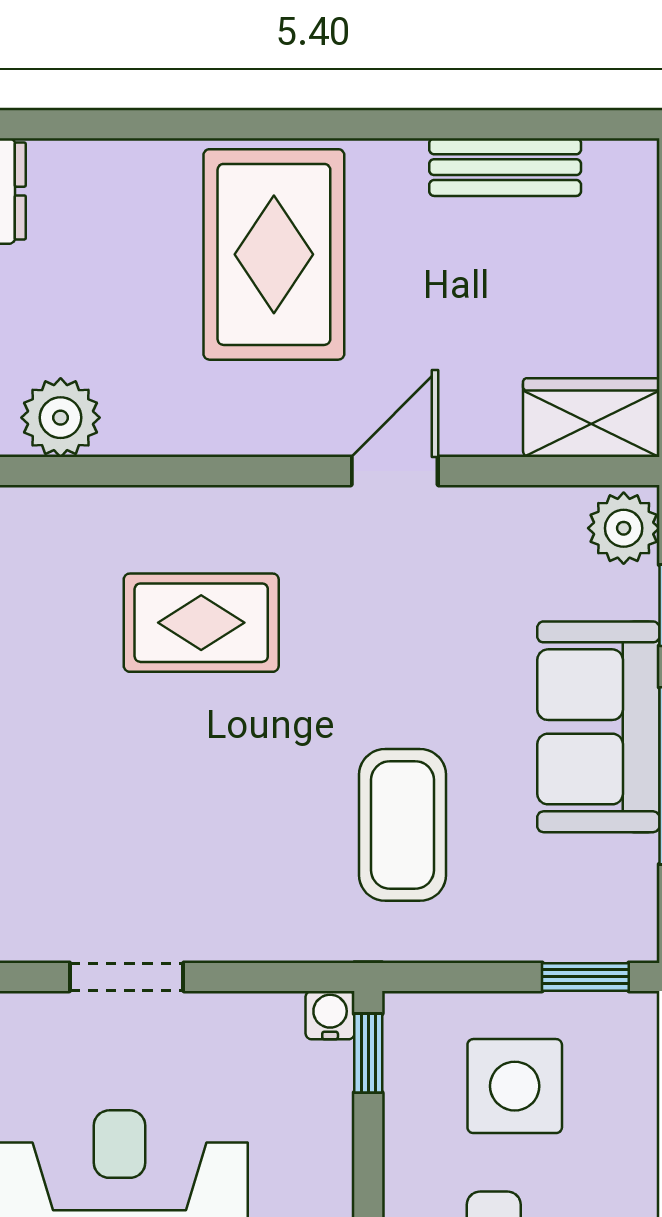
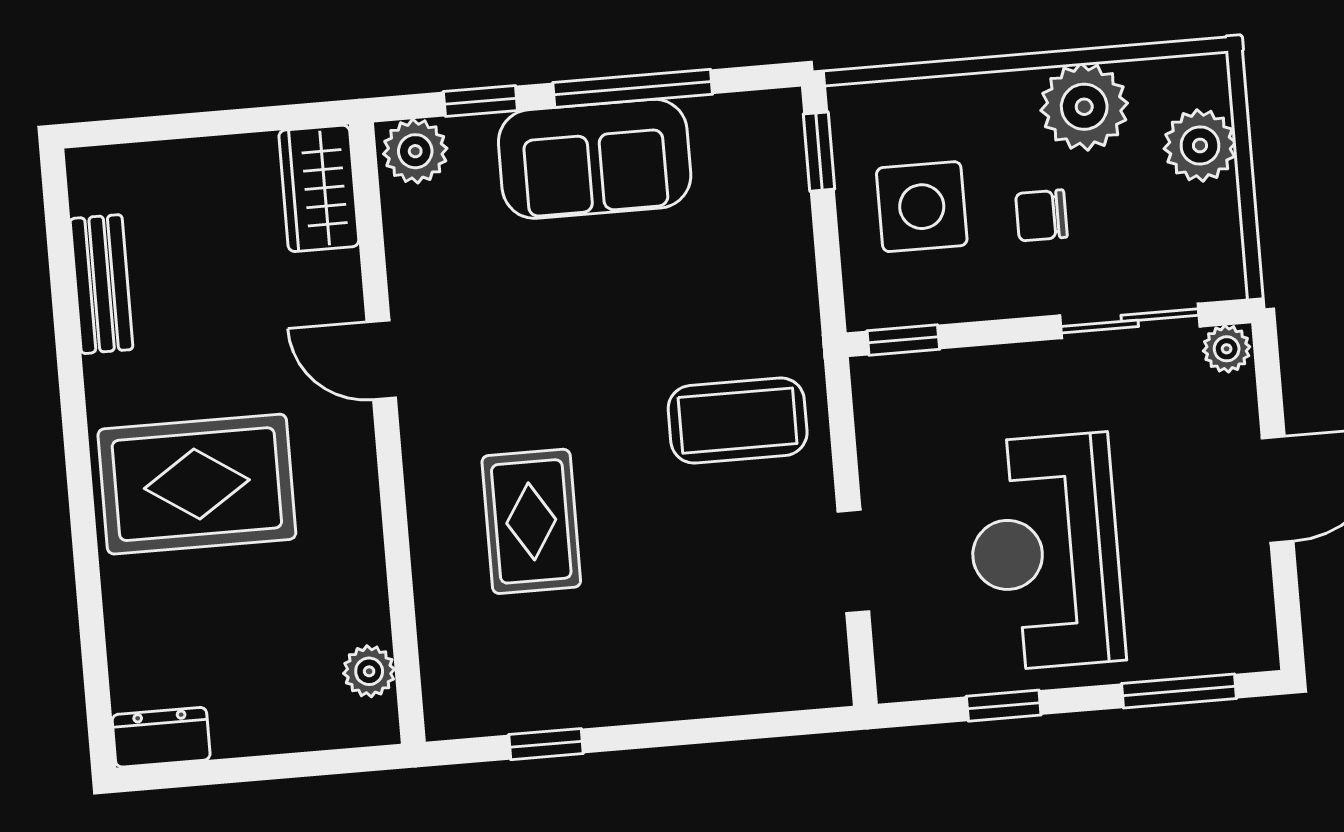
plant: (61, 418) -> (369, 671), width x0.73, depth x0.73
coffee table: (402, 825) -> (738, 421), moved
water cooler: (330, 1015) -> (872, 377), removed

